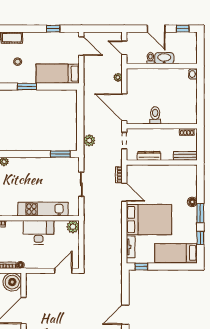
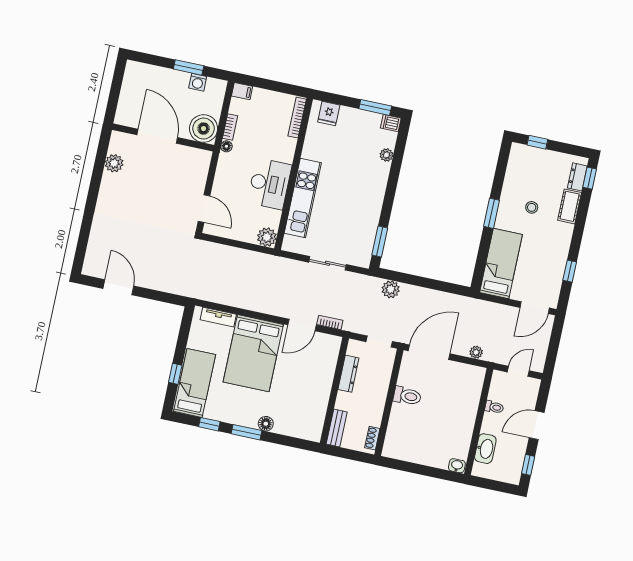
washbasin: (164, 58) -> (485, 449), moved
window: (141, 267) -> (175, 374), moved

